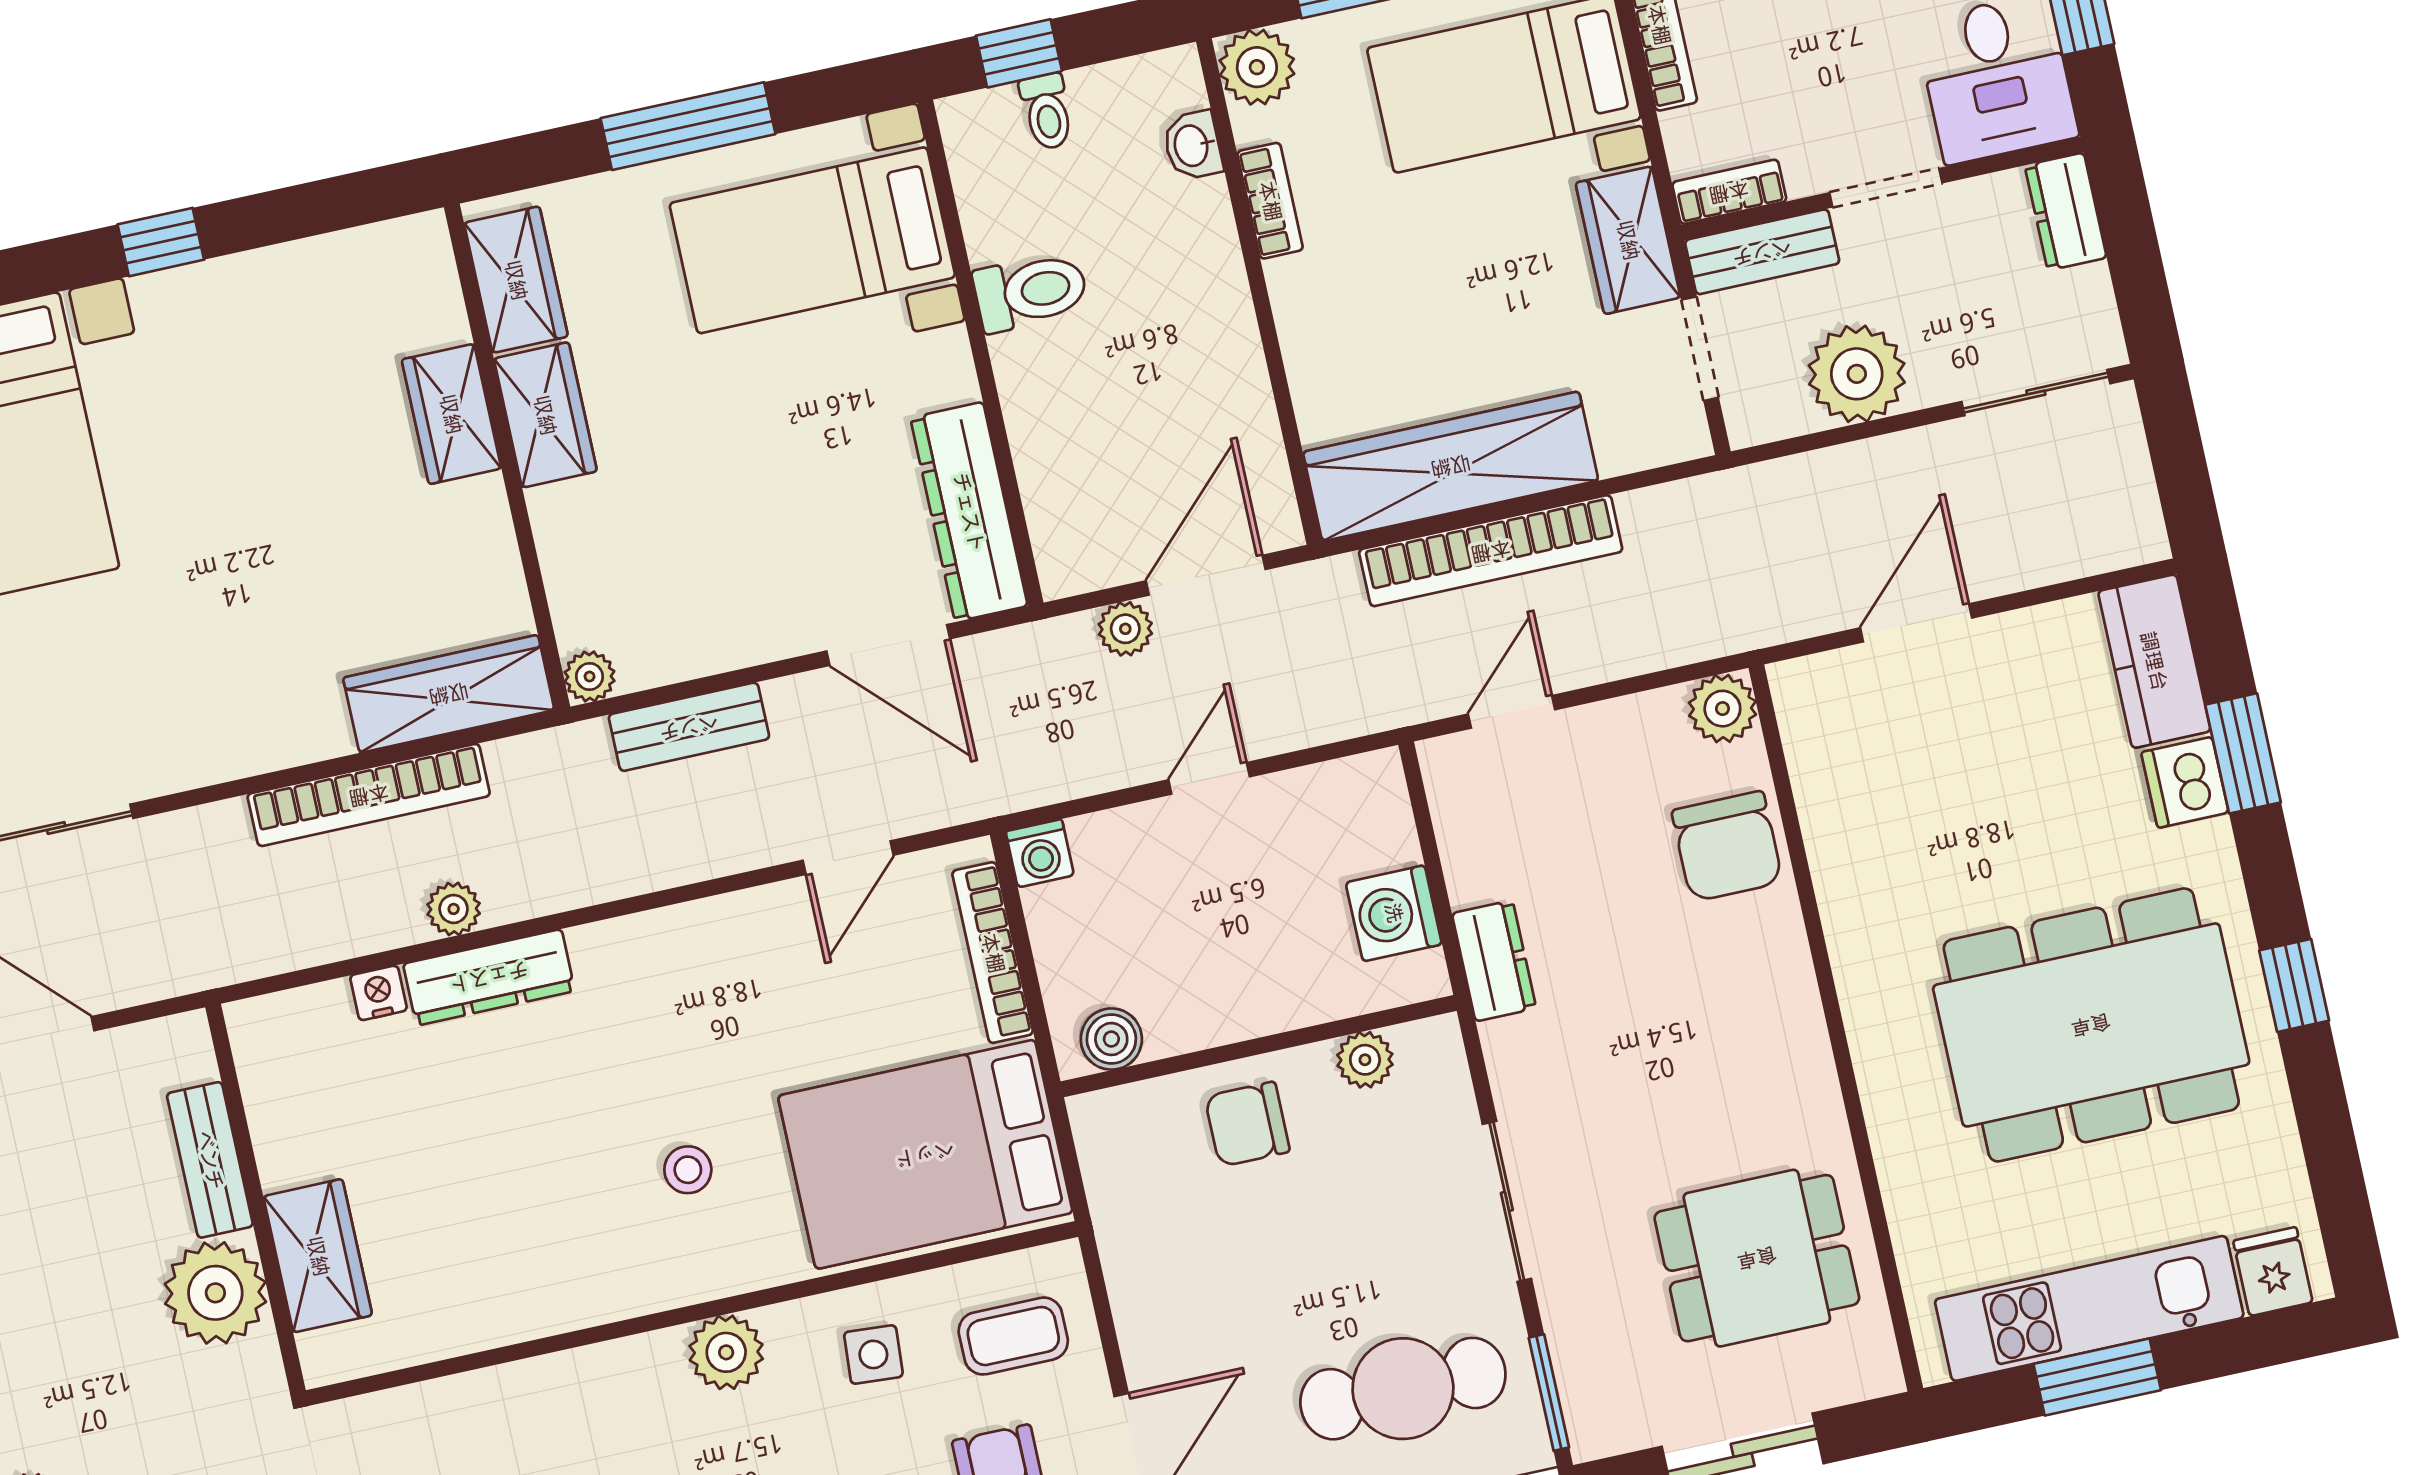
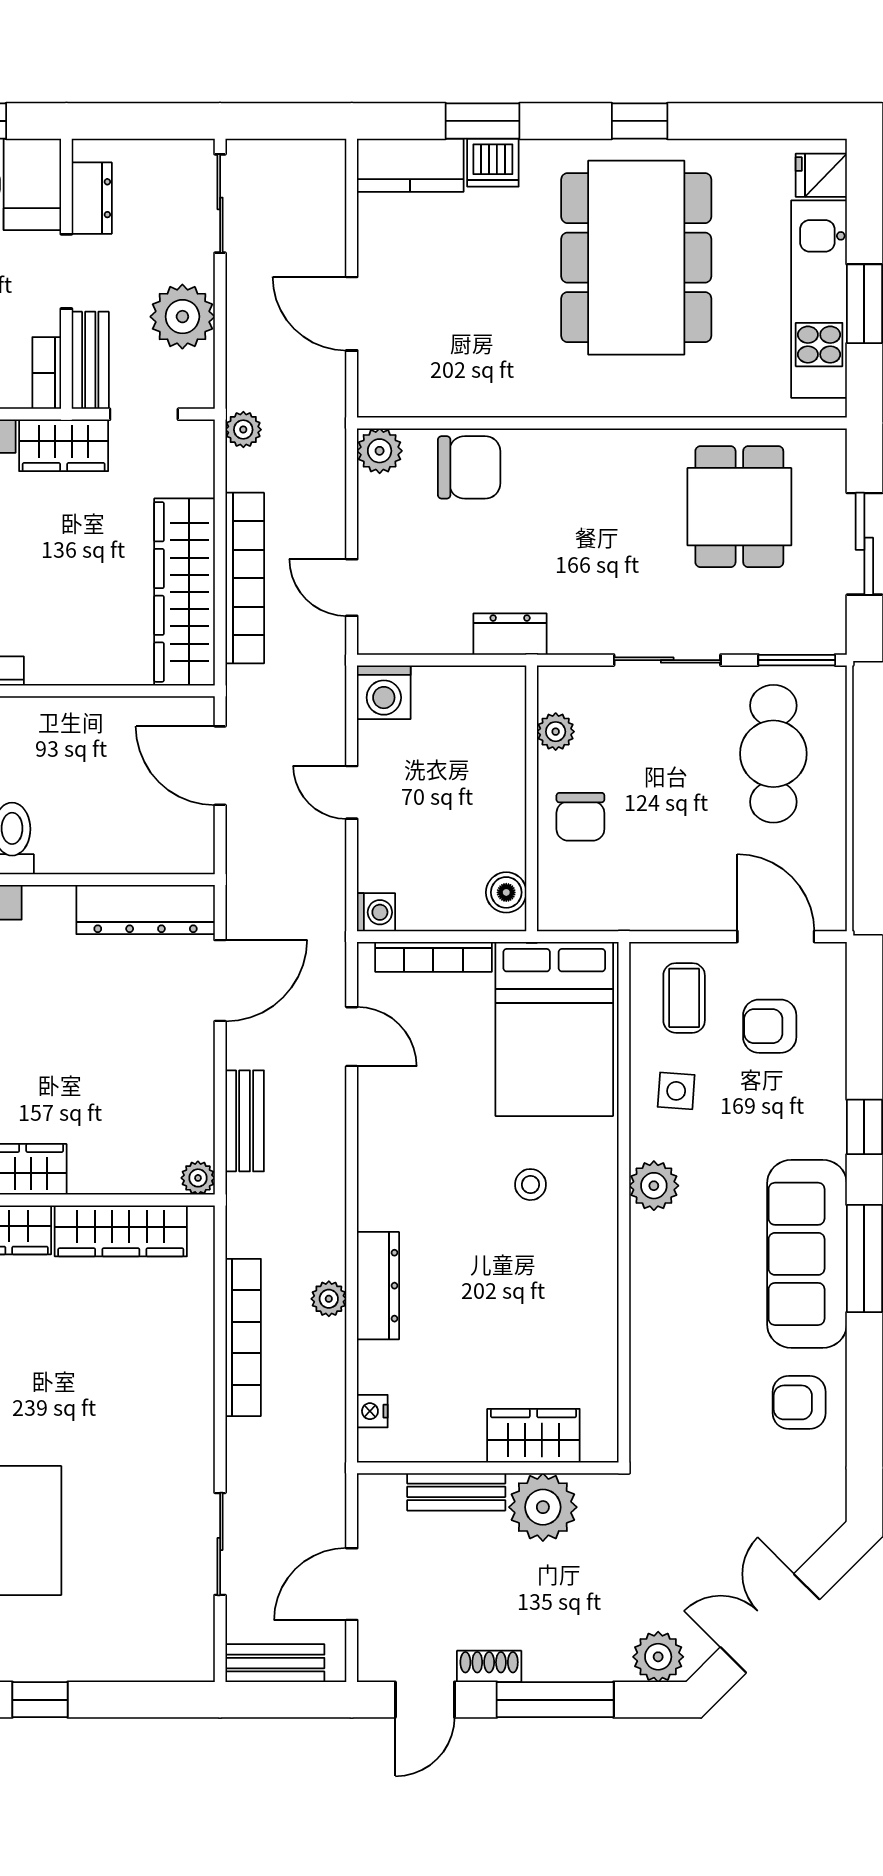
dresser: (2066, 212) -> (92, 198), moved, turned -90
plant: (1125, 629) -> (243, 430), moved
wardrobe: (449, 694) -> (121, 1231), moved, turned -90
washing machine: (1394, 913) -> (384, 692), moved
nightstand: (378, 993) -> (372, 1411), moved

